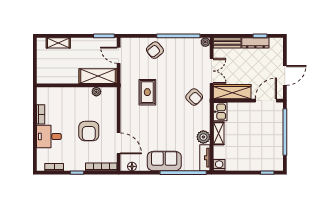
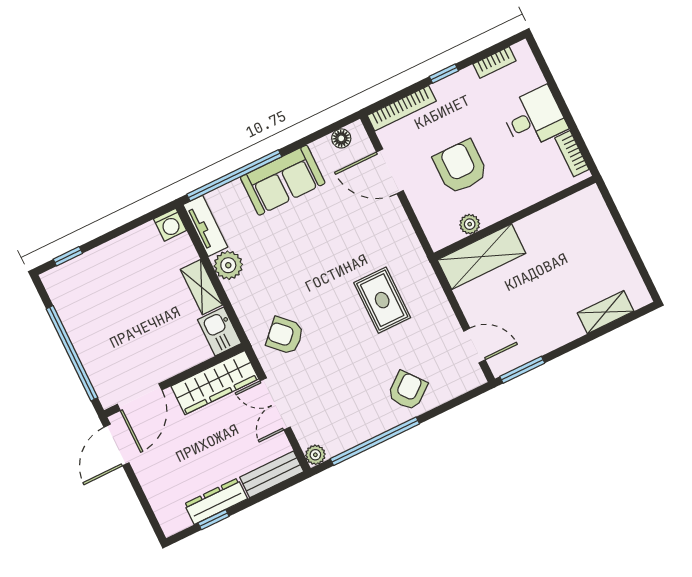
door: (285, 75) -> (117, 445), moved
shelving: (98, 76) -> (482, 257), moved
wall: (77, 85) -> (515, 218), moved
plant: (96, 92) -> (470, 224), moved

